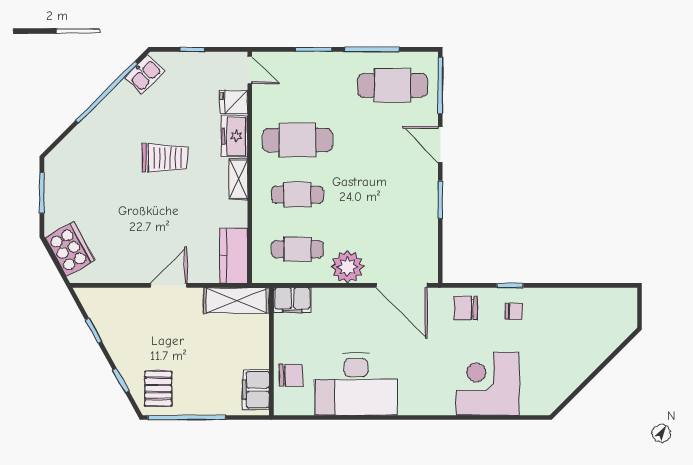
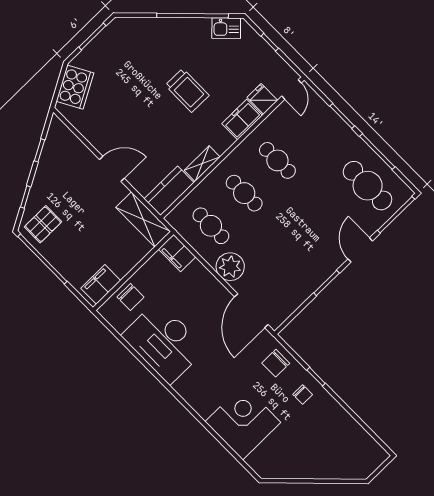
cafe table: (297, 140) -> (277, 160), width x0.73, depth x0.74
shelving: (238, 179) -> (202, 164), moved
chair: (465, 308) -> (276, 363), turned -90

